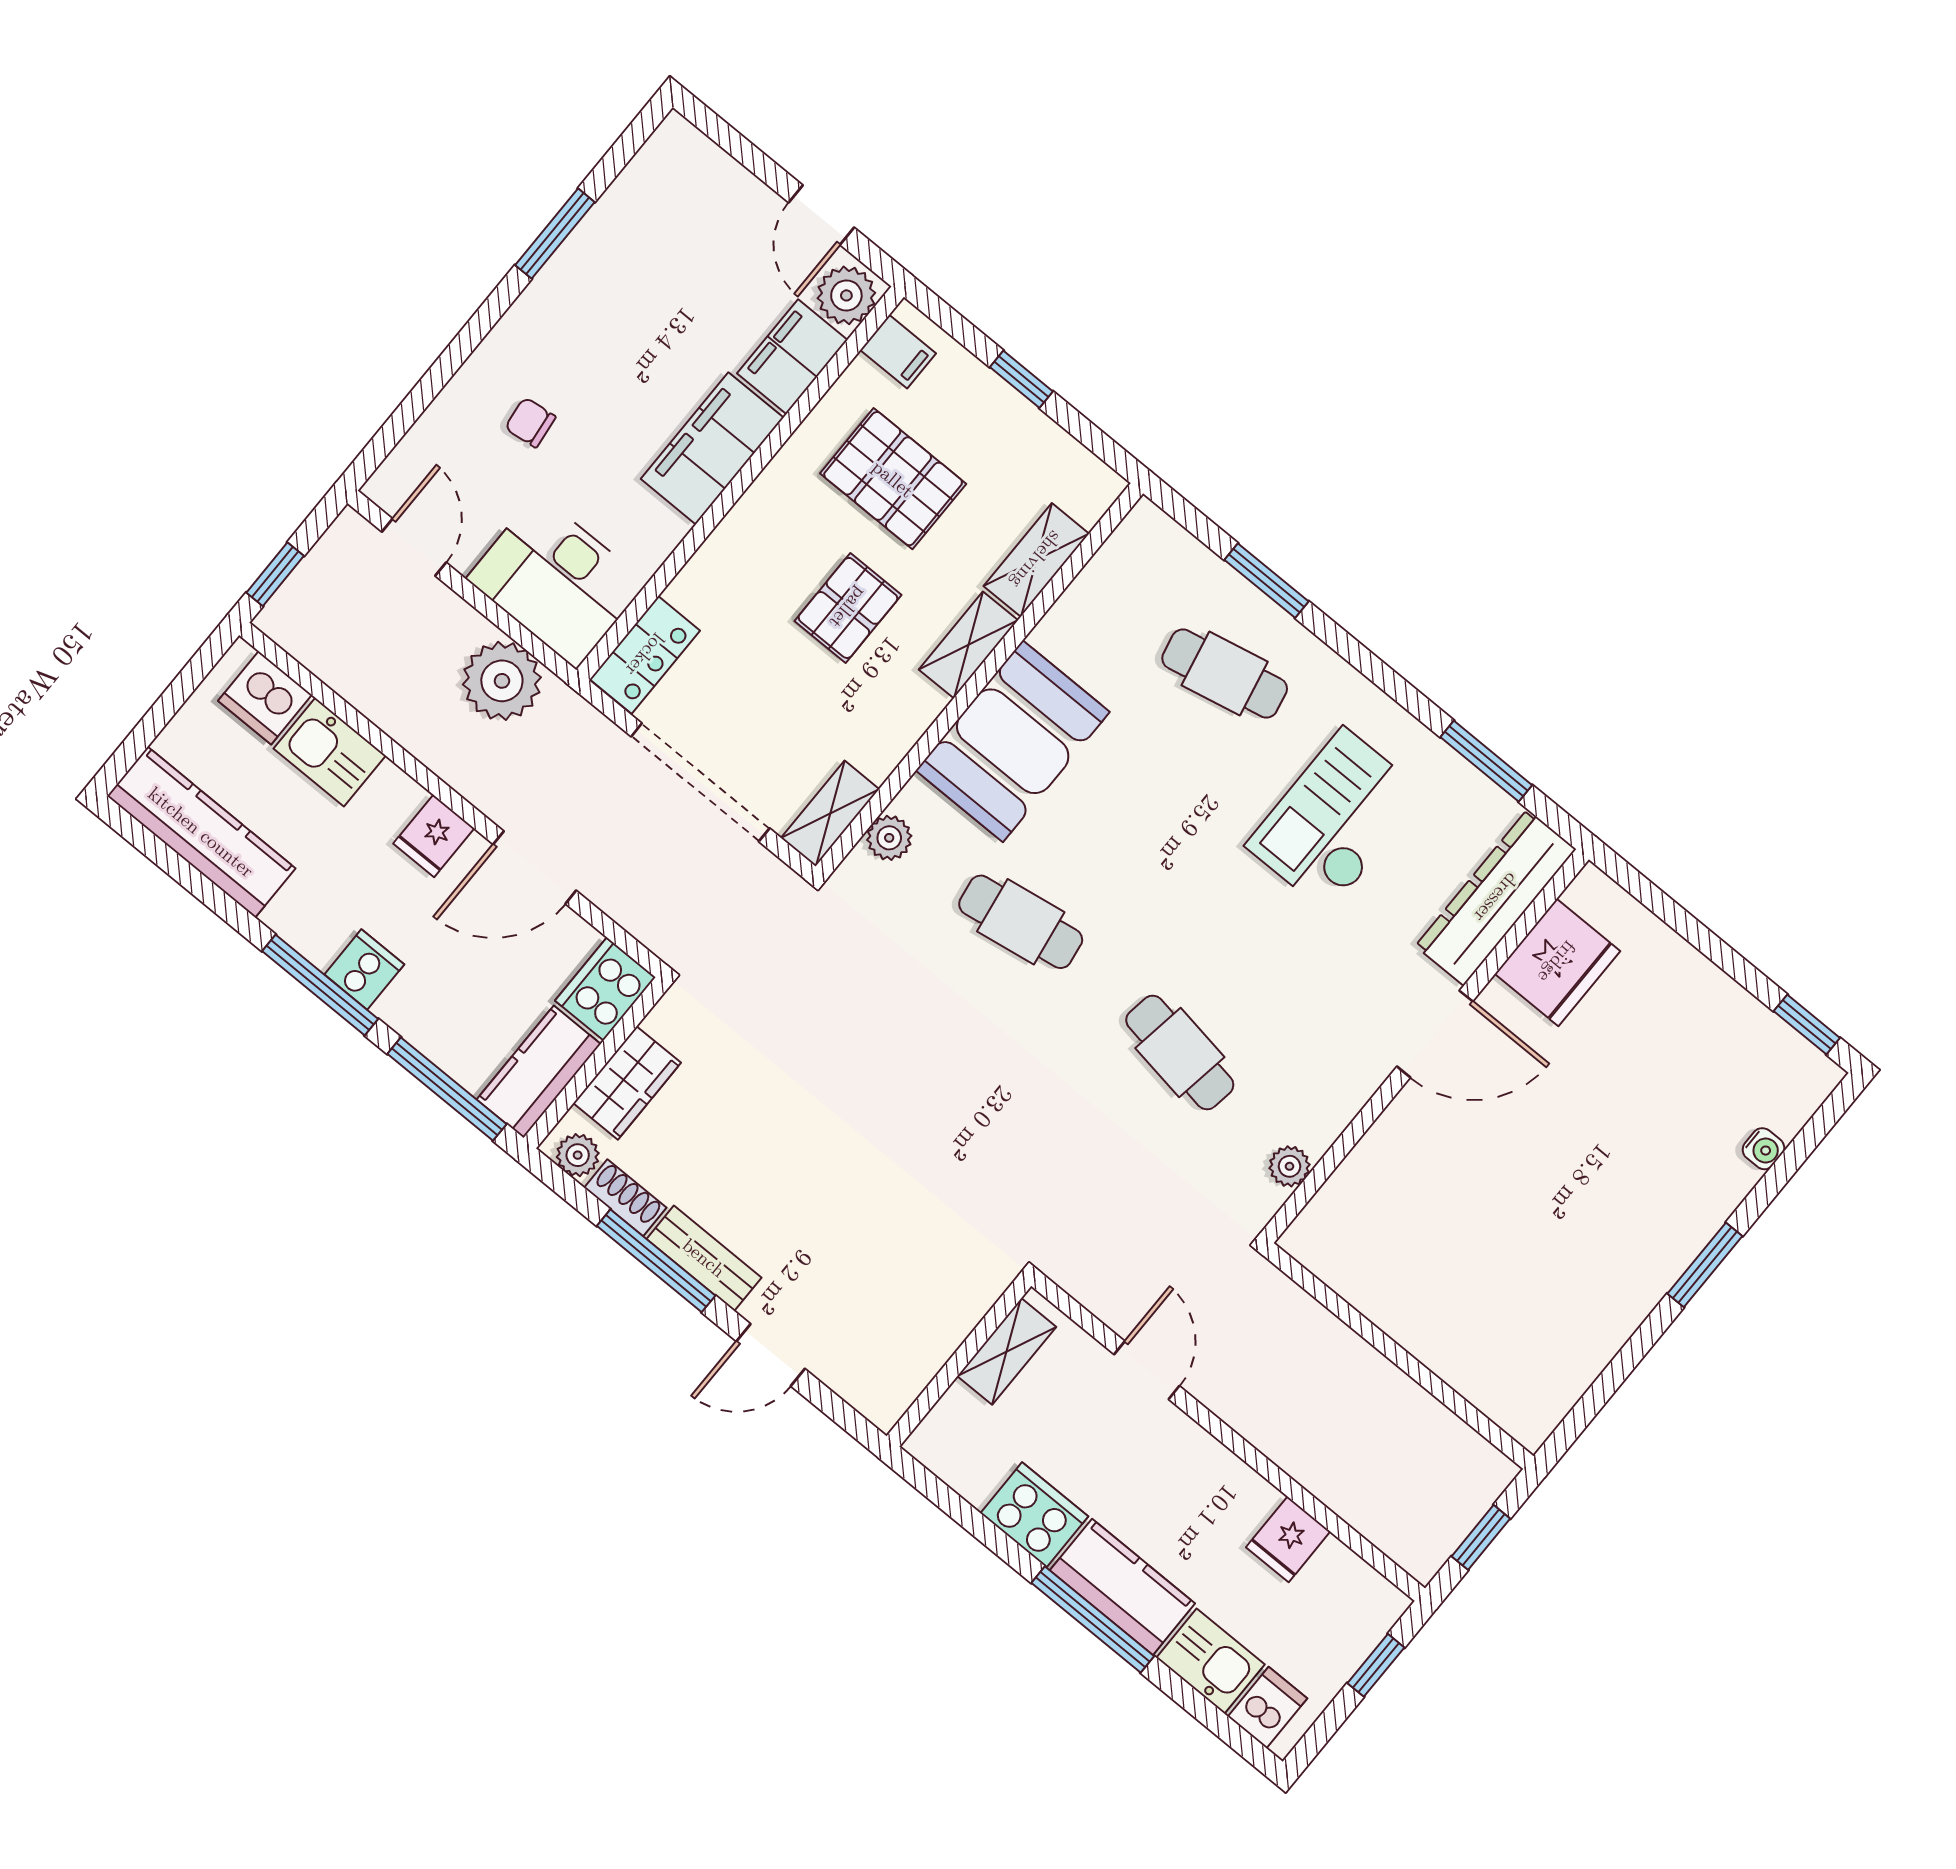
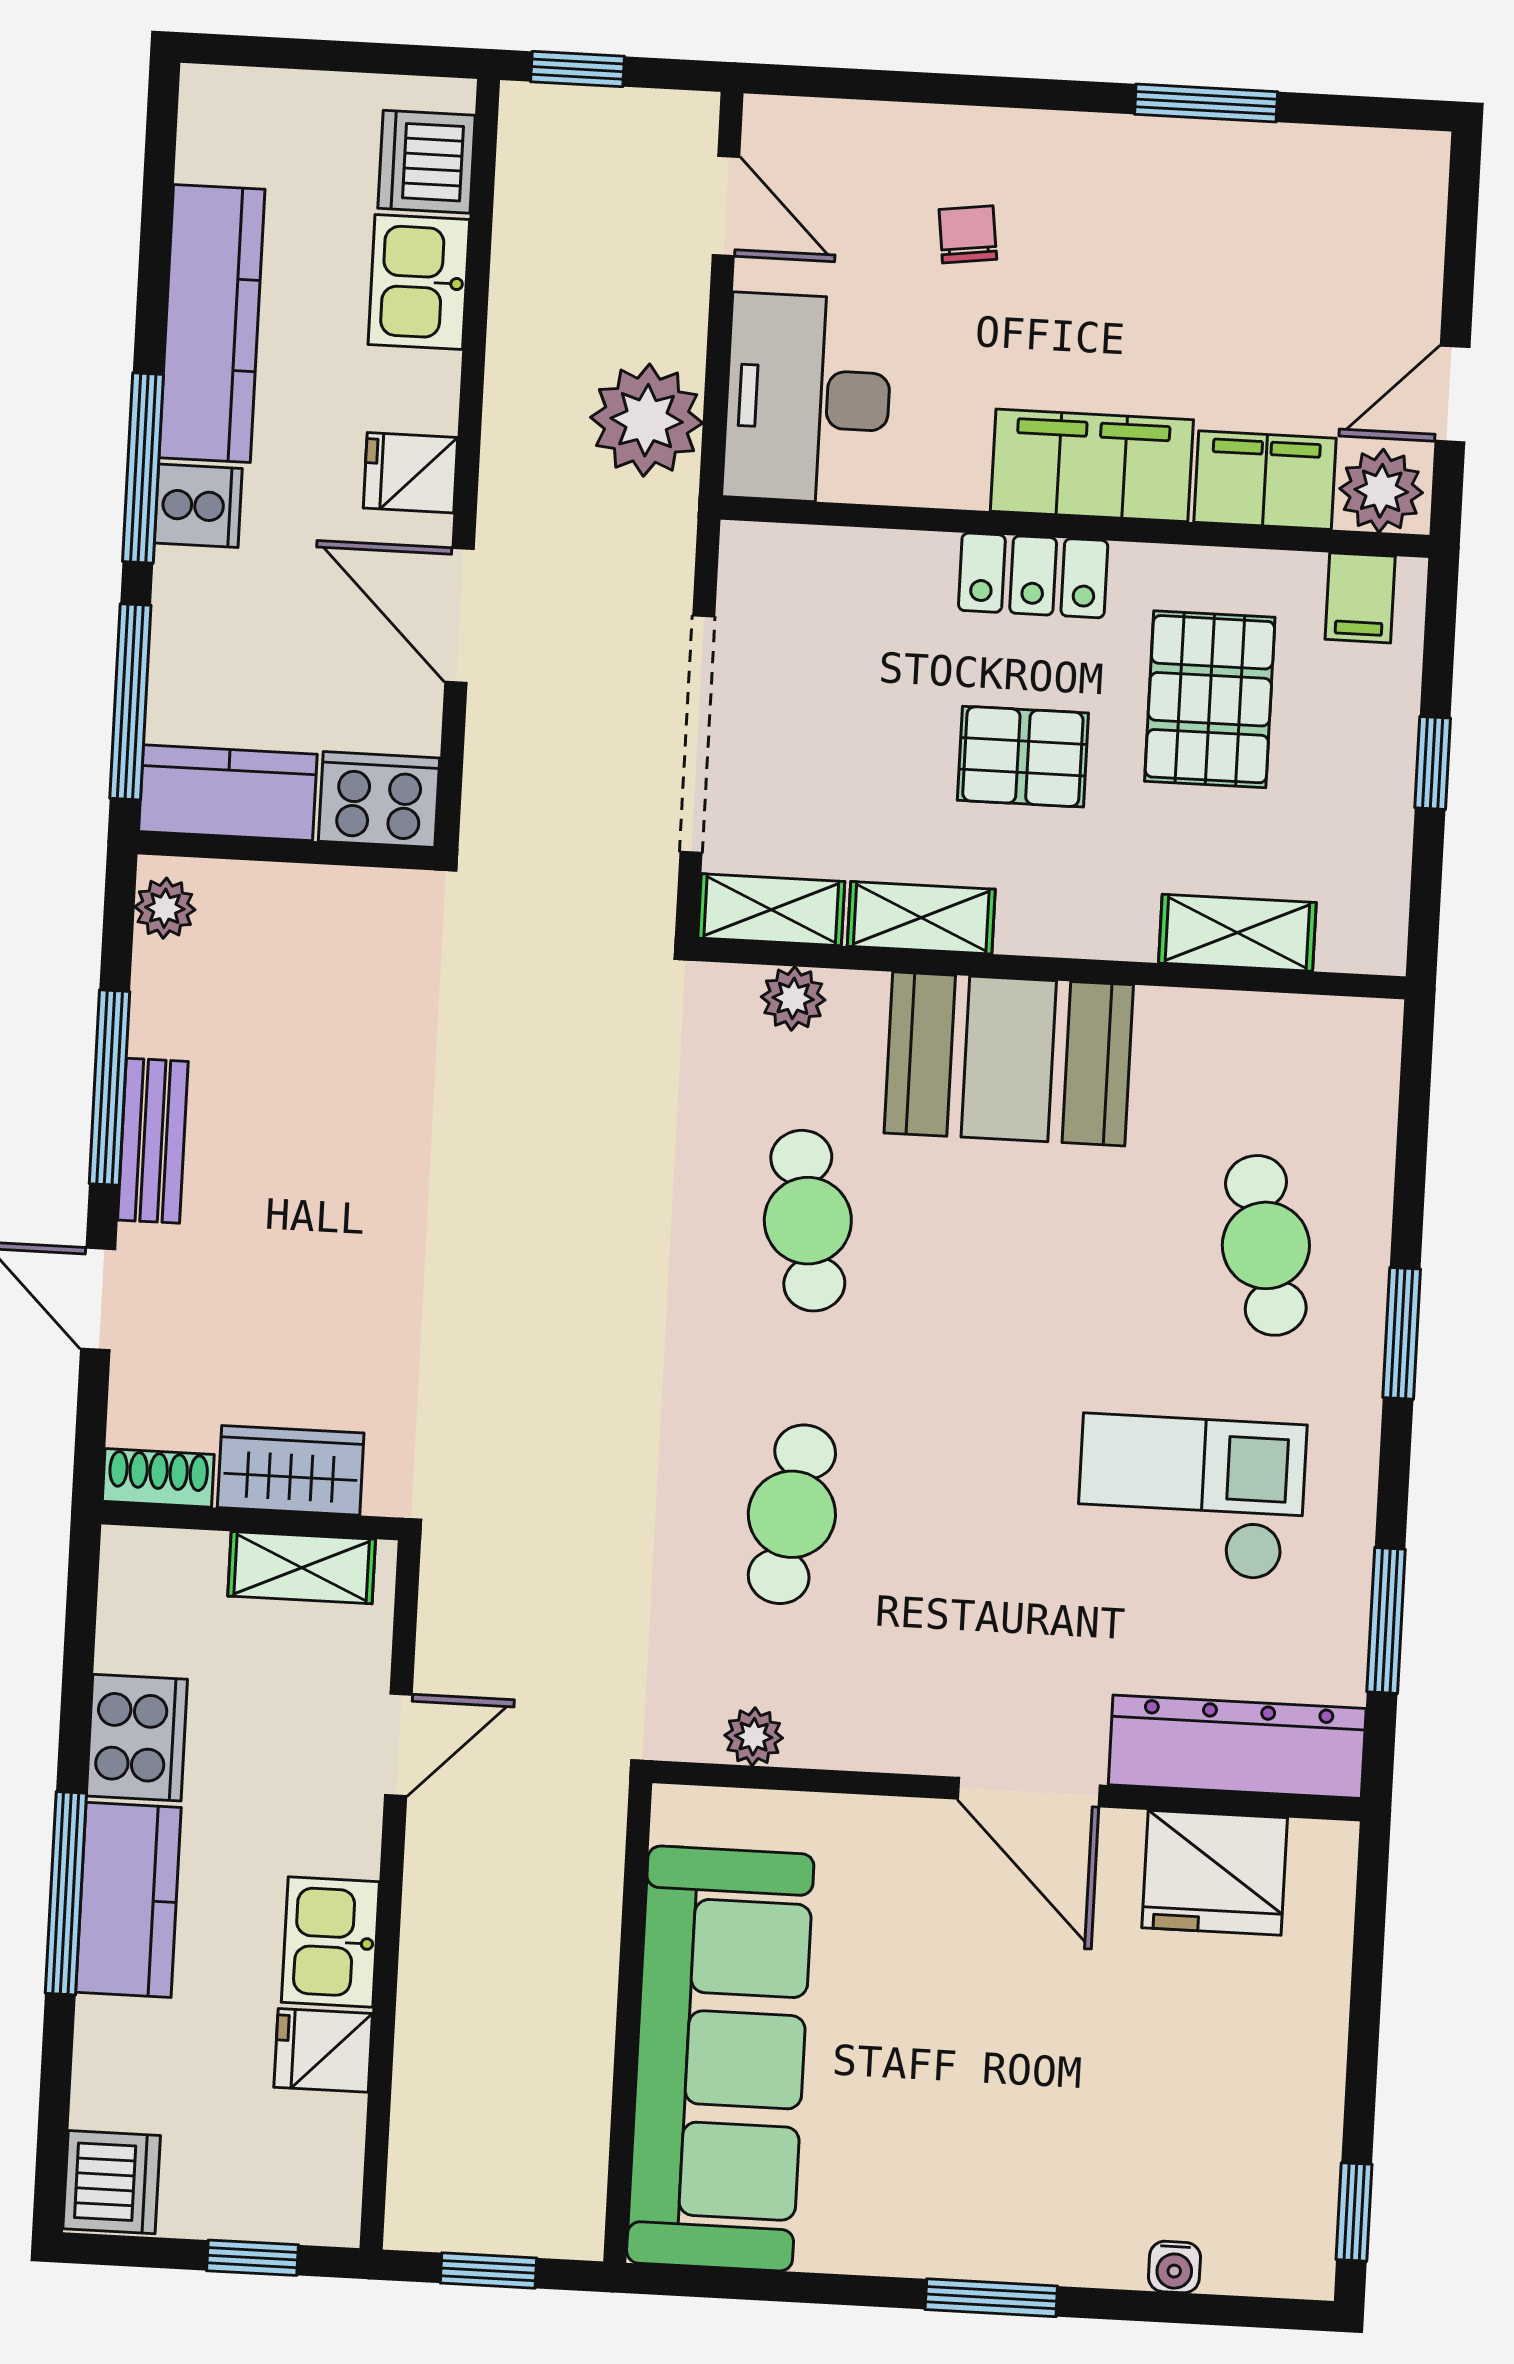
door: (414, 547) -> (726, 206), hinge flipped
window: (1267, 581) -> (1402, 1333), moved
shelving: (968, 645) -> (921, 918), moved
locker: (645, 655) -> (1033, 575), moved
kitchen counter: (201, 832) -> (212, 323), moved
wardrobe: (627, 1083) -> (291, 1470), moved, turned 180
shoe rack: (625, 1198) -> (158, 1478), moved, turned -90
sofa: (1457, 1319) -> (720, 2058), added
kitchen sink: (1211, 1661) -> (330, 1942), moved, turned 180
dishwasher: (1267, 1707) -> (112, 2182), width x1.38

